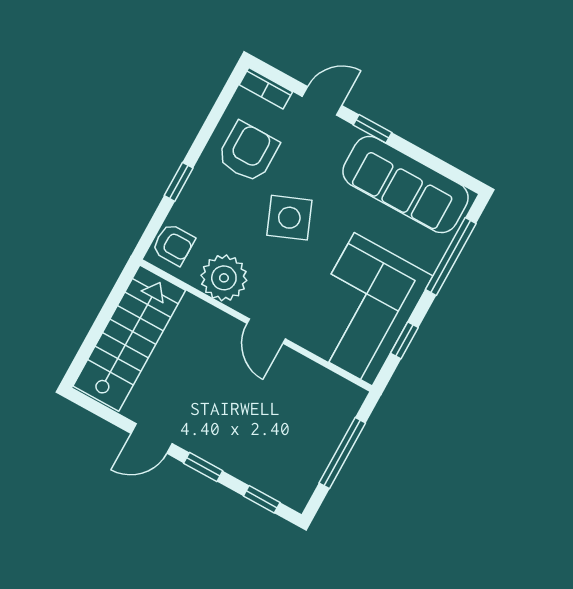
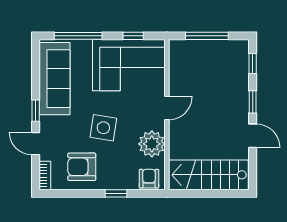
side table: (289, 218) -> (103, 128), turned 31

